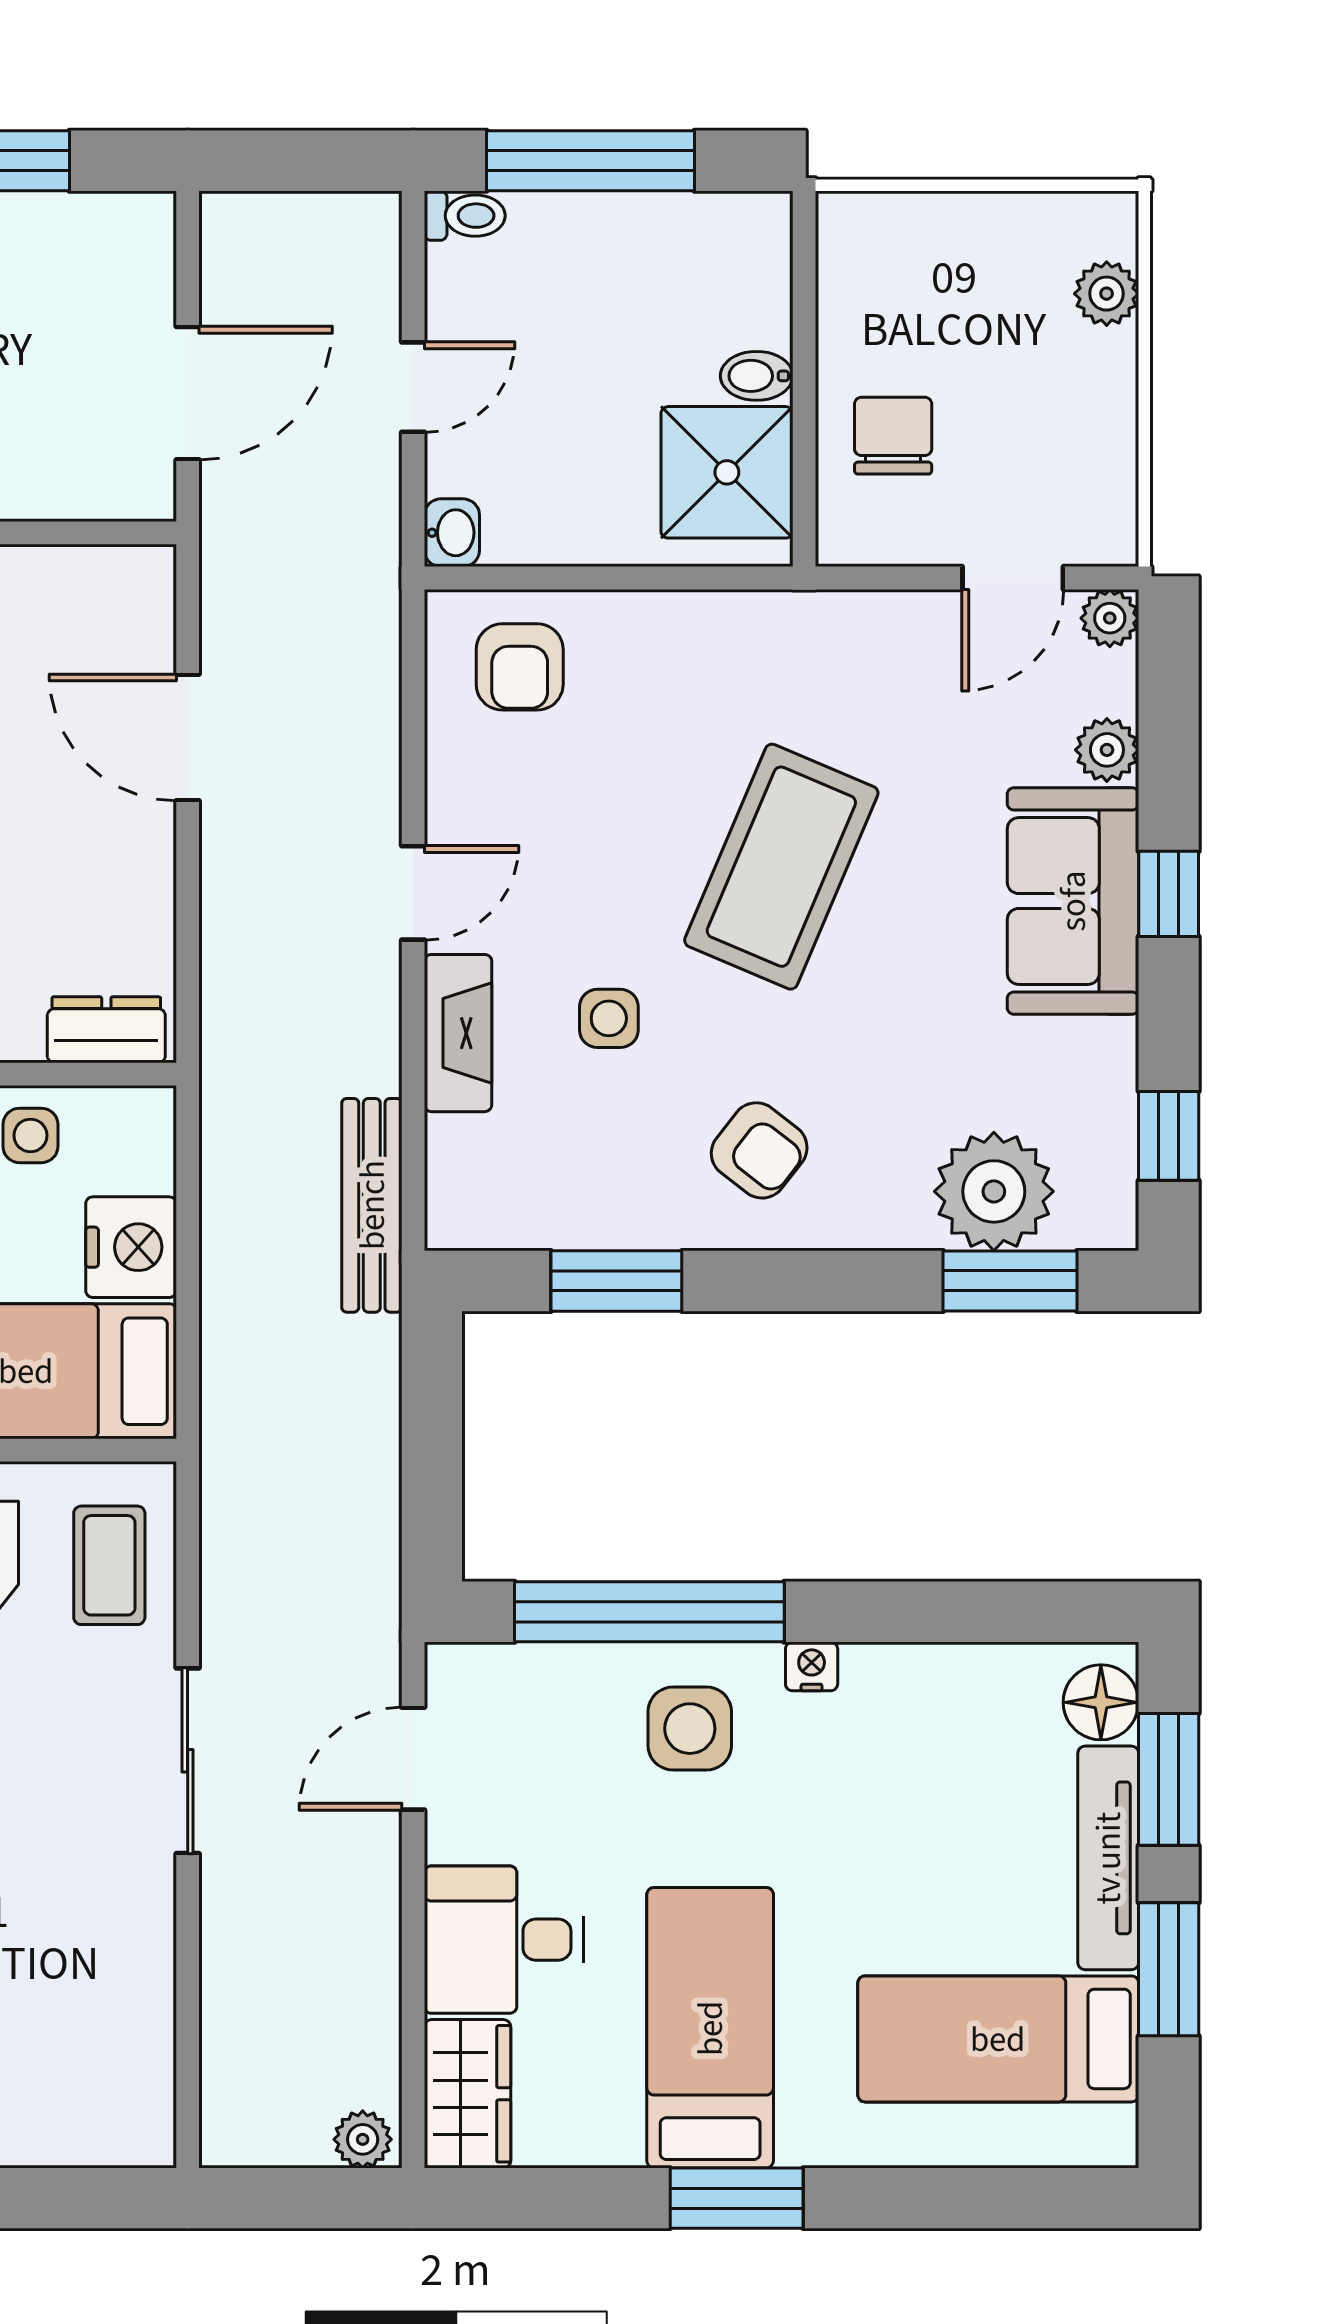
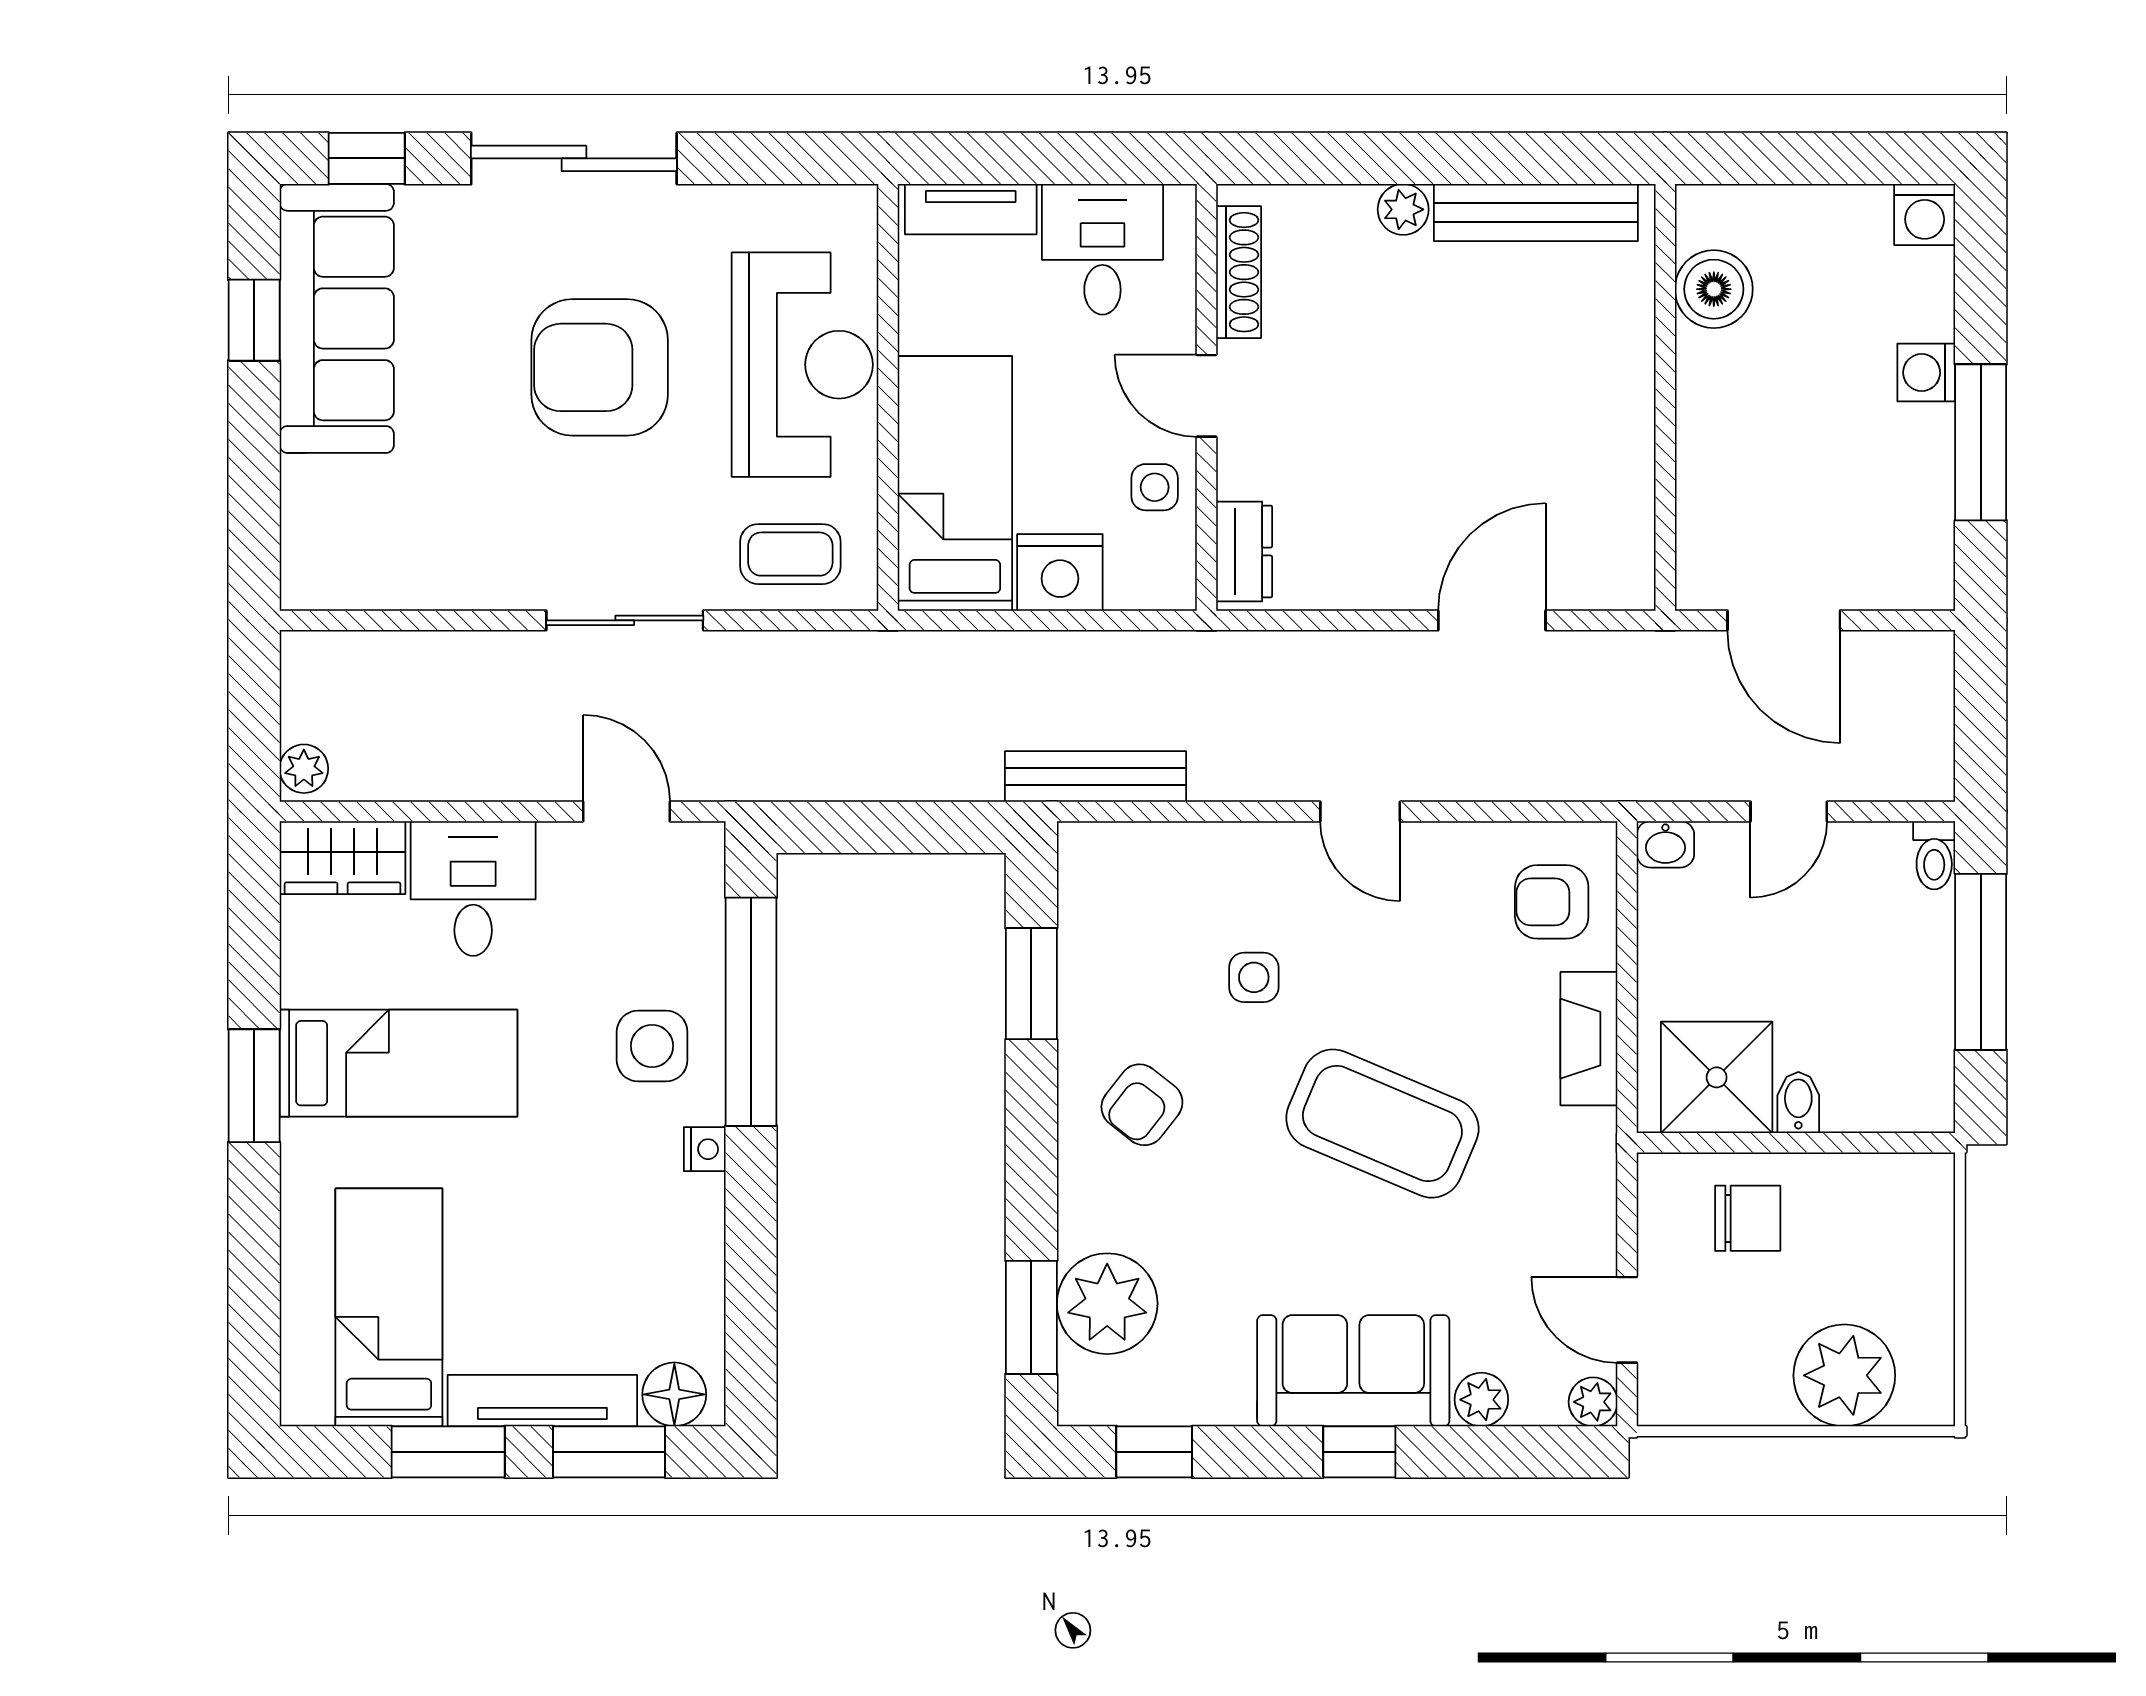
plant: (1107, 294) -> (1844, 1375), width x1.88, depth x1.88
door: (413, 387) -> (1789, 811), hinge flipped
fireplace: (458, 1033) -> (1589, 1039), moved, turned 90

